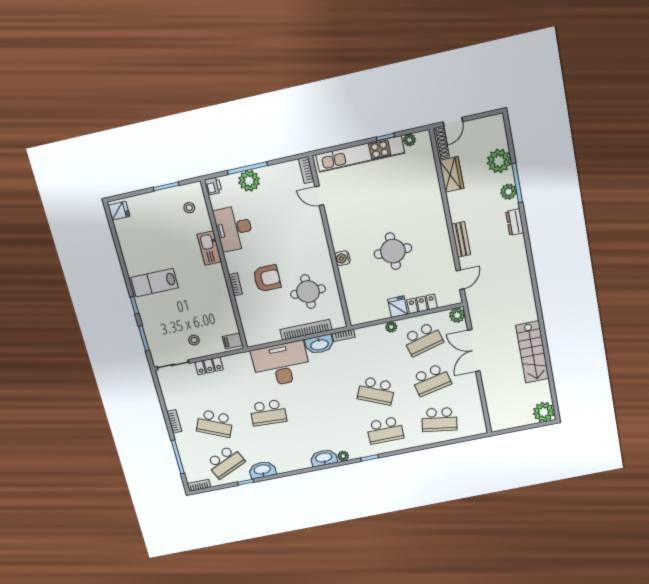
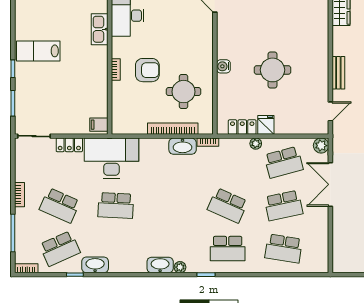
locker: (422, 304) -> (242, 127), moved
stool: (194, 340) -> (61, 116), removed
desk: (281, 364) -> (111, 158), moved

